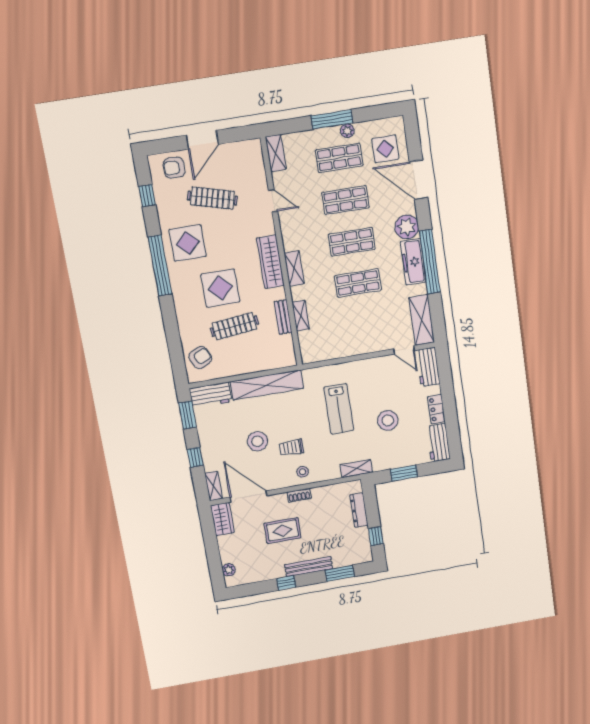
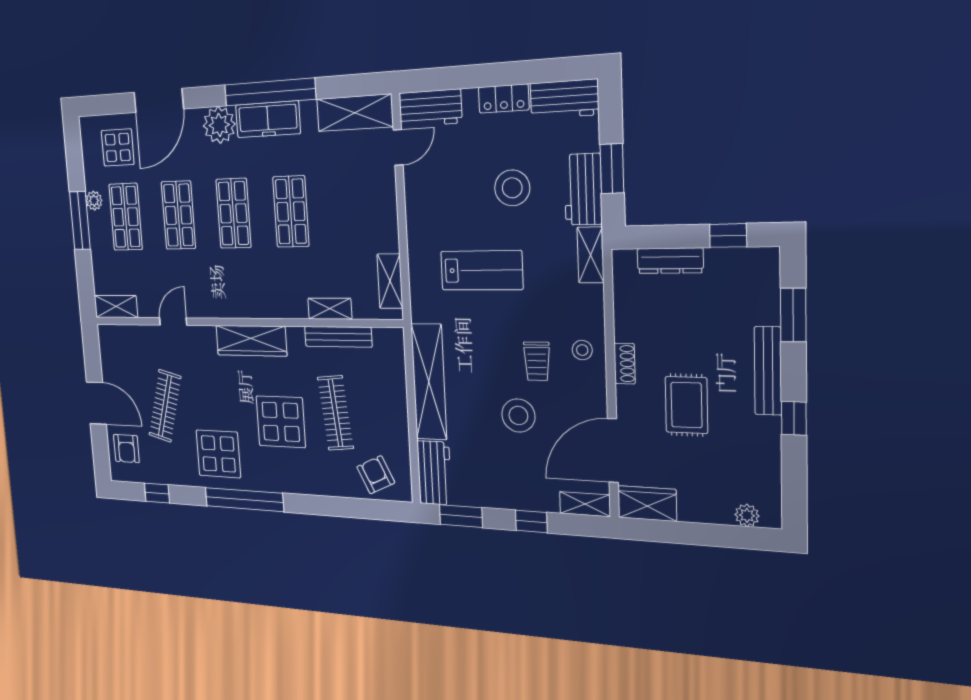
shelving: (294, 268) -> (390, 281), moved, turned 90
bench: (283, 317) -> (338, 337), width x1.36
workbench: (391, 459) -> (583, 189), added

